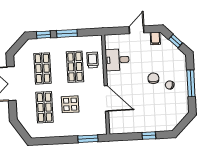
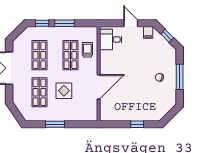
door: (137, 30) -> (131, 23), hinge flipped
desk: (117, 60) -> (111, 39), moved
chair: (153, 78) -> (144, 70), removed
door: (106, 98) -> (99, 87), hinge flipped
window: (88, 139) -> (55, 124), moved

